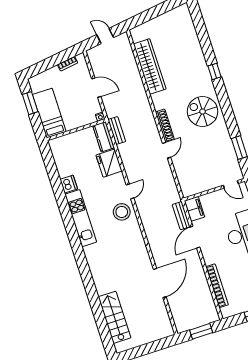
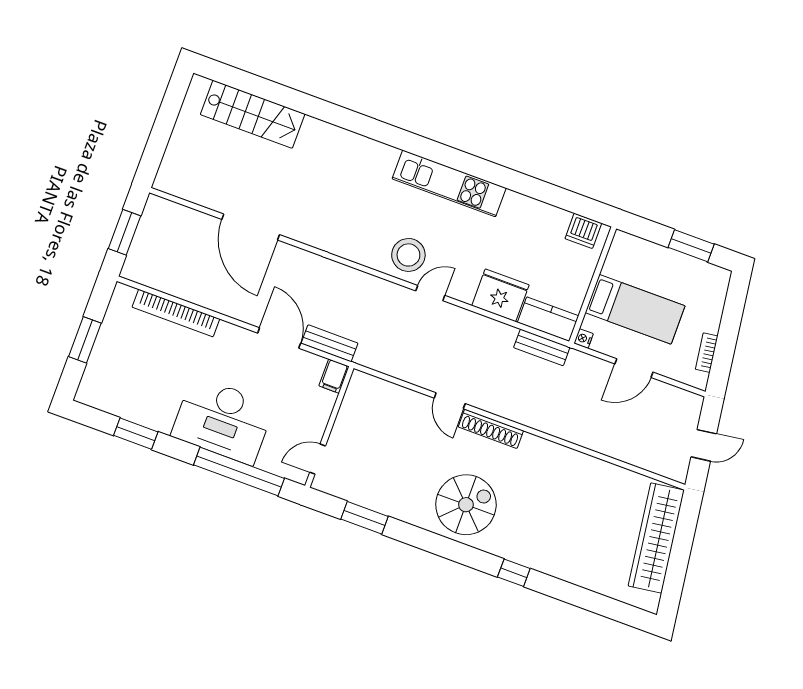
wardrobe: (150, 66) -> (656, 538), moved, turned 82
bed: (49, 113) -> (635, 309), moved
dishwasher: (69, 184) -> (583, 231), moved
door: (130, 191) -> (430, 293), swing flipped
filing cabinet: (194, 209) -> (334, 376), width x0.50

